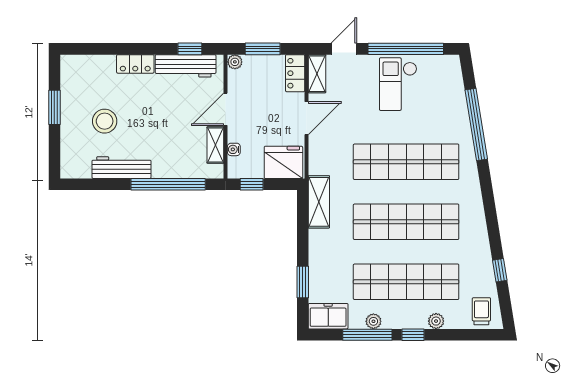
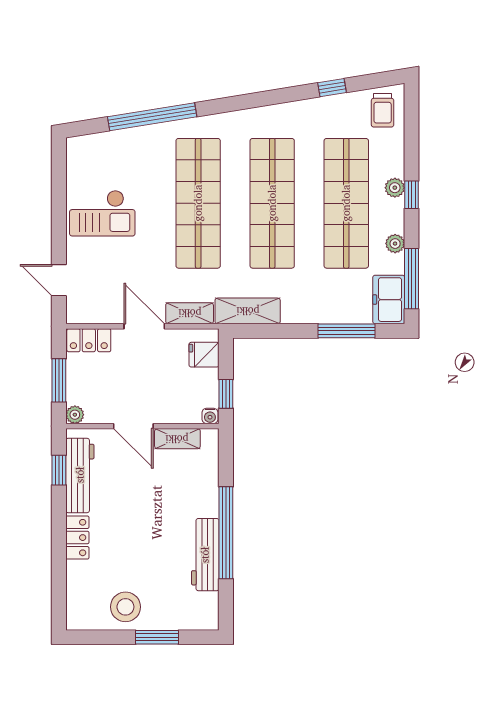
window: (406, 49) -> (59, 204), removed
shelving: (317, 74) -> (190, 313), moved
window: (54, 107) -> (157, 637), moved
stool: (105, 121) -> (125, 607), moved
water cooler: (234, 149) -> (210, 416), moved
fridge: (283, 162) -> (204, 355), width x0.53, depth x0.75
window: (168, 184) -> (226, 533), moved
window: (303, 282) -> (347, 331), width x1.44
trolley: (481, 311) -> (383, 110), turned -90
plant: (436, 321) -> (395, 188), moved
window: (367, 335) -> (412, 279), moved

